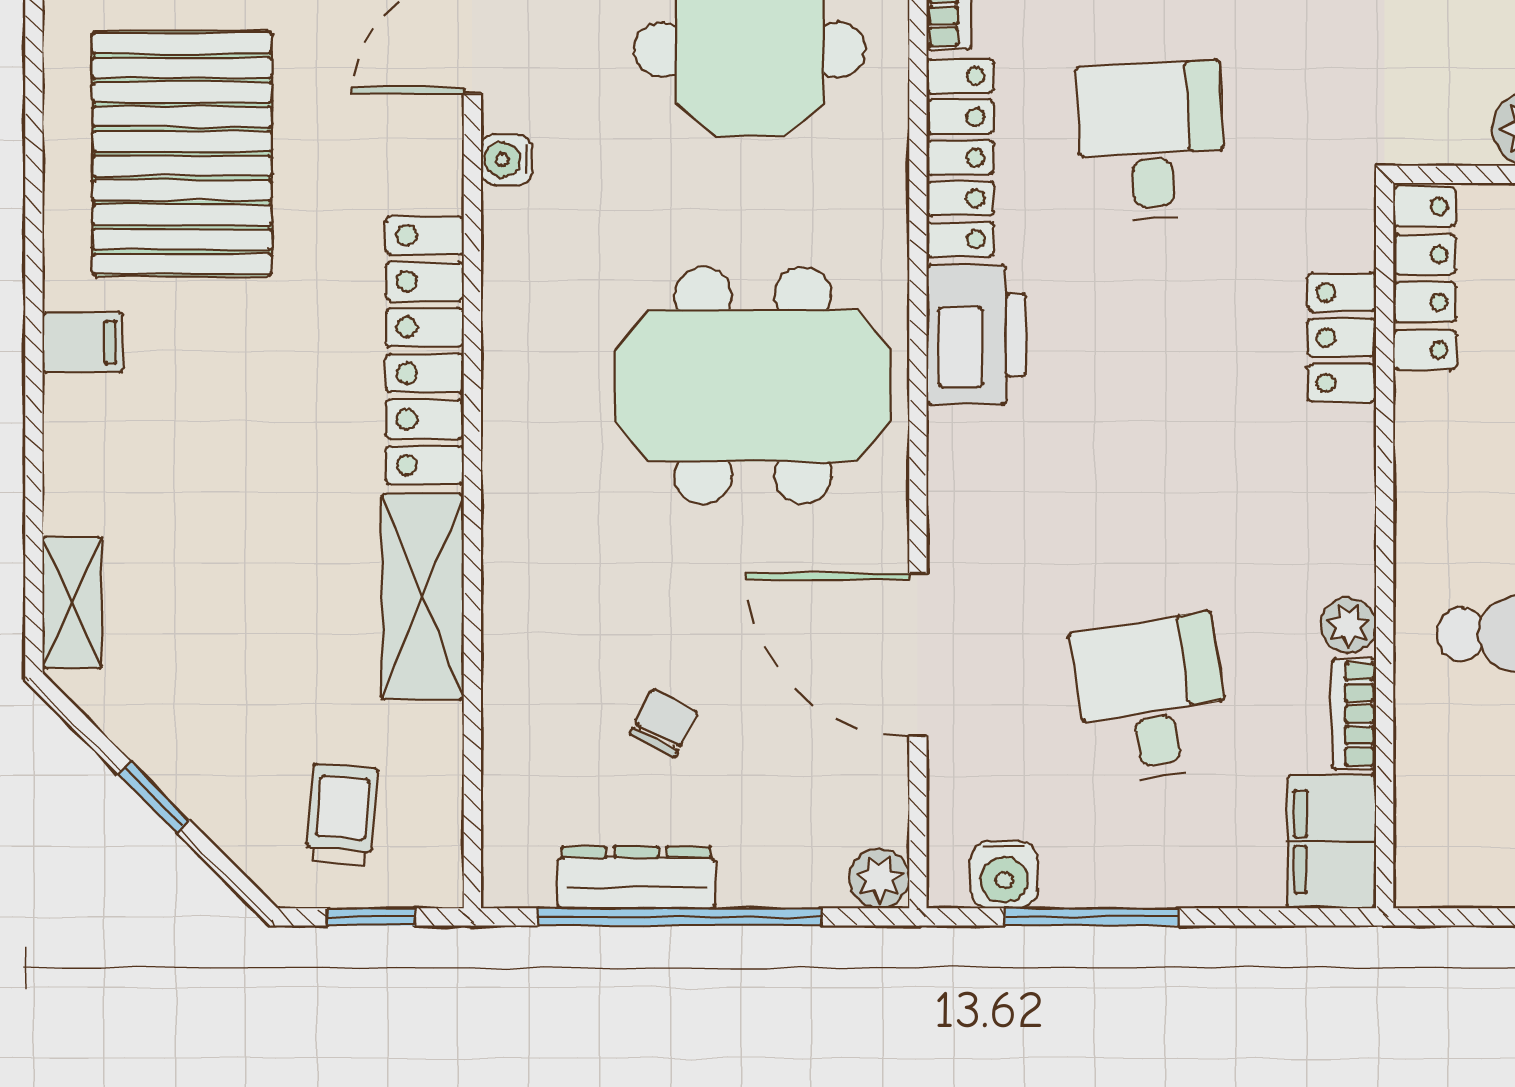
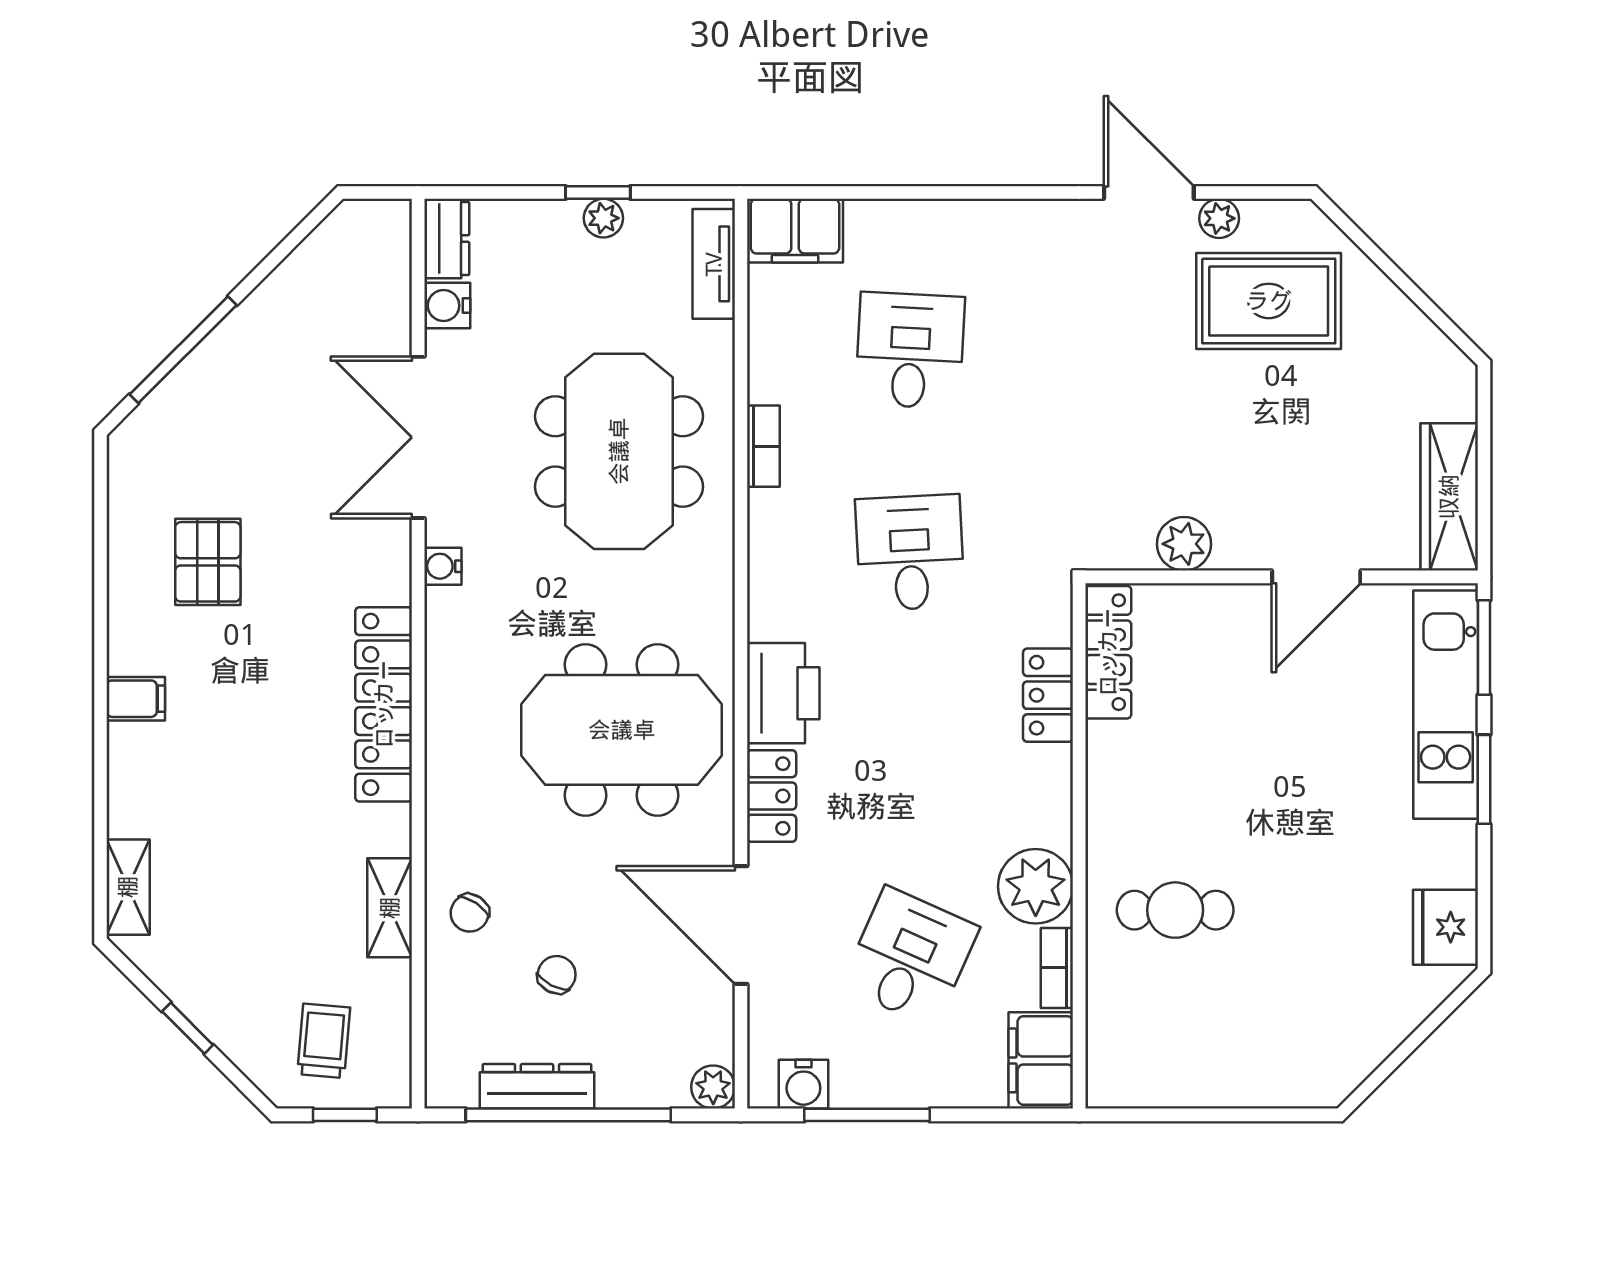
pallet: (182, 154) -> (208, 562), width x0.49, depth x0.50
locker: (960, 158) -> (772, 796), moved, width x0.66
shelving: (423, 597) -> (390, 908), width x0.67, depth x0.75
plant: (1349, 625) -> (1036, 886), width x1.88, depth x1.88
chair: (543, 638) -> (470, 913), added
desk: (1151, 699) -> (910, 957), turned 33

